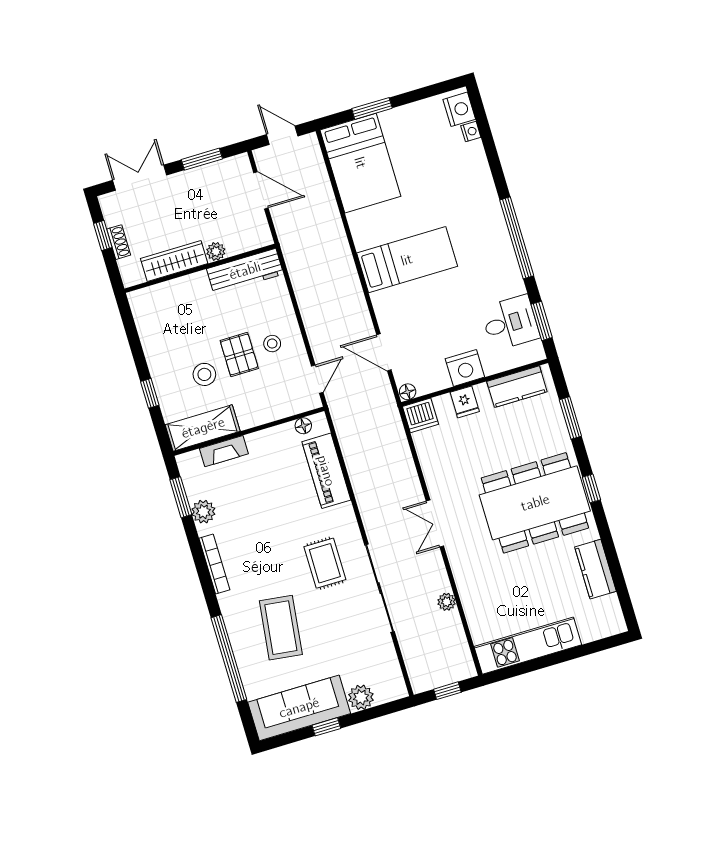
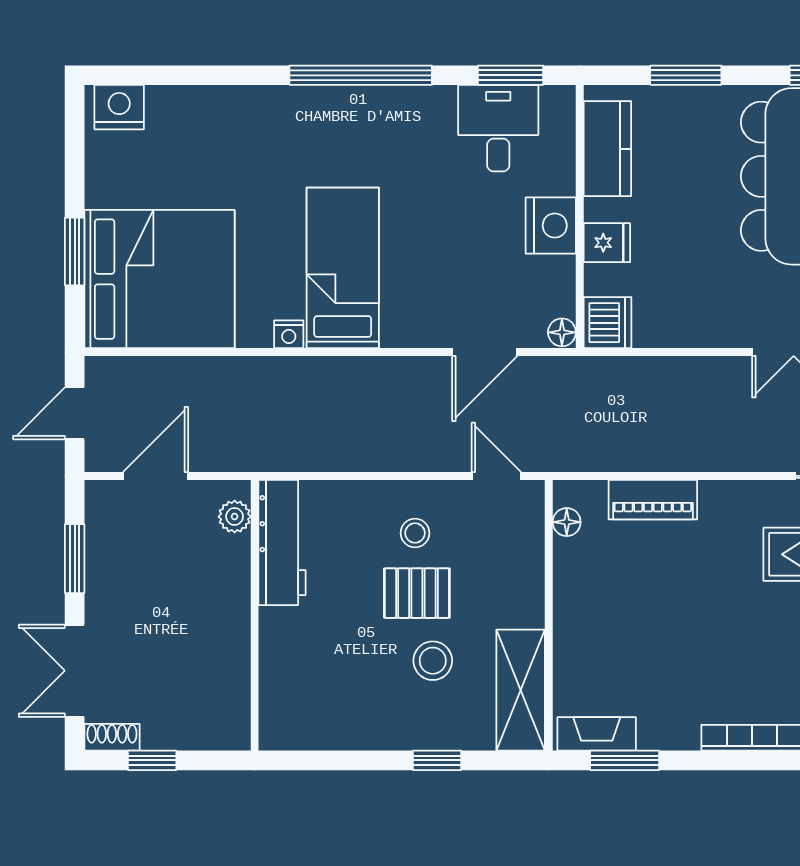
nightstand: (471, 132) -> (289, 334), moved, turned 180
bed: (360, 163) -> (159, 279), width x1.36
shoe rack: (119, 242) -> (112, 737), moved
plant: (216, 251) -> (235, 517), moved
wardrobe: (174, 261) -> (230, 655), removed
fireplace: (224, 451) -> (597, 734), moved, turned -90
piano: (326, 471) -> (653, 500), width x0.73, depth x0.75
plant: (203, 512) -> (660, 730), removed

